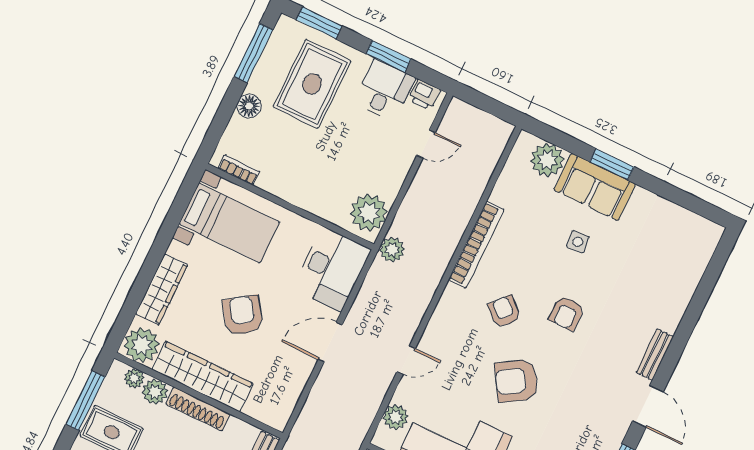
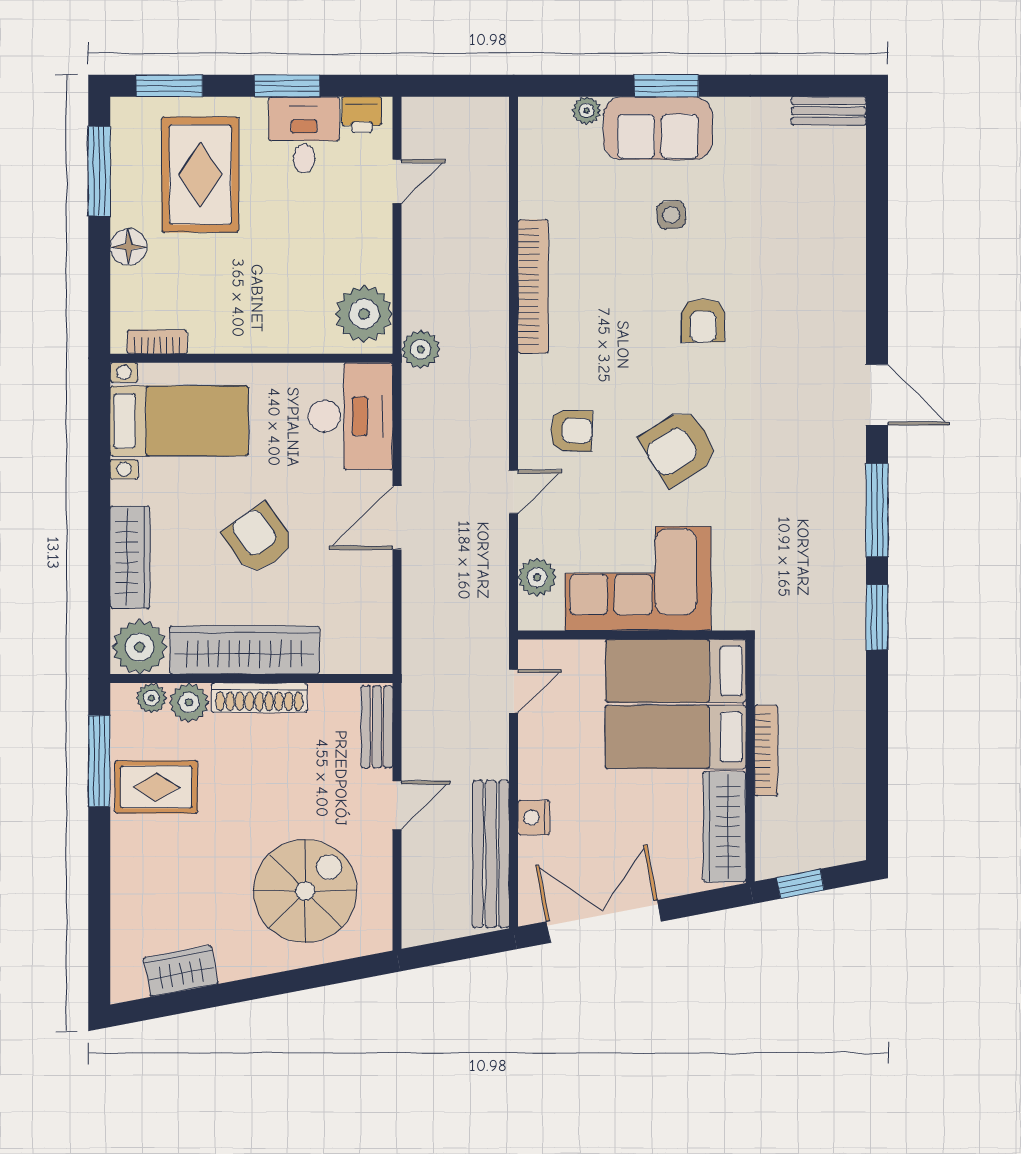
plant: (547, 160) -> (587, 111), width x0.53, depth x0.53
armchair: (504, 311) -> (571, 430), moved, turned 140
bench: (655, 355) -> (829, 111), moved, turned 90

